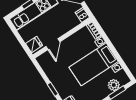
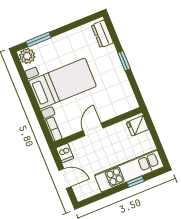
door: (53, 44) -> (93, 129), moved
plant: (114, 85) -> (27, 56), moved

